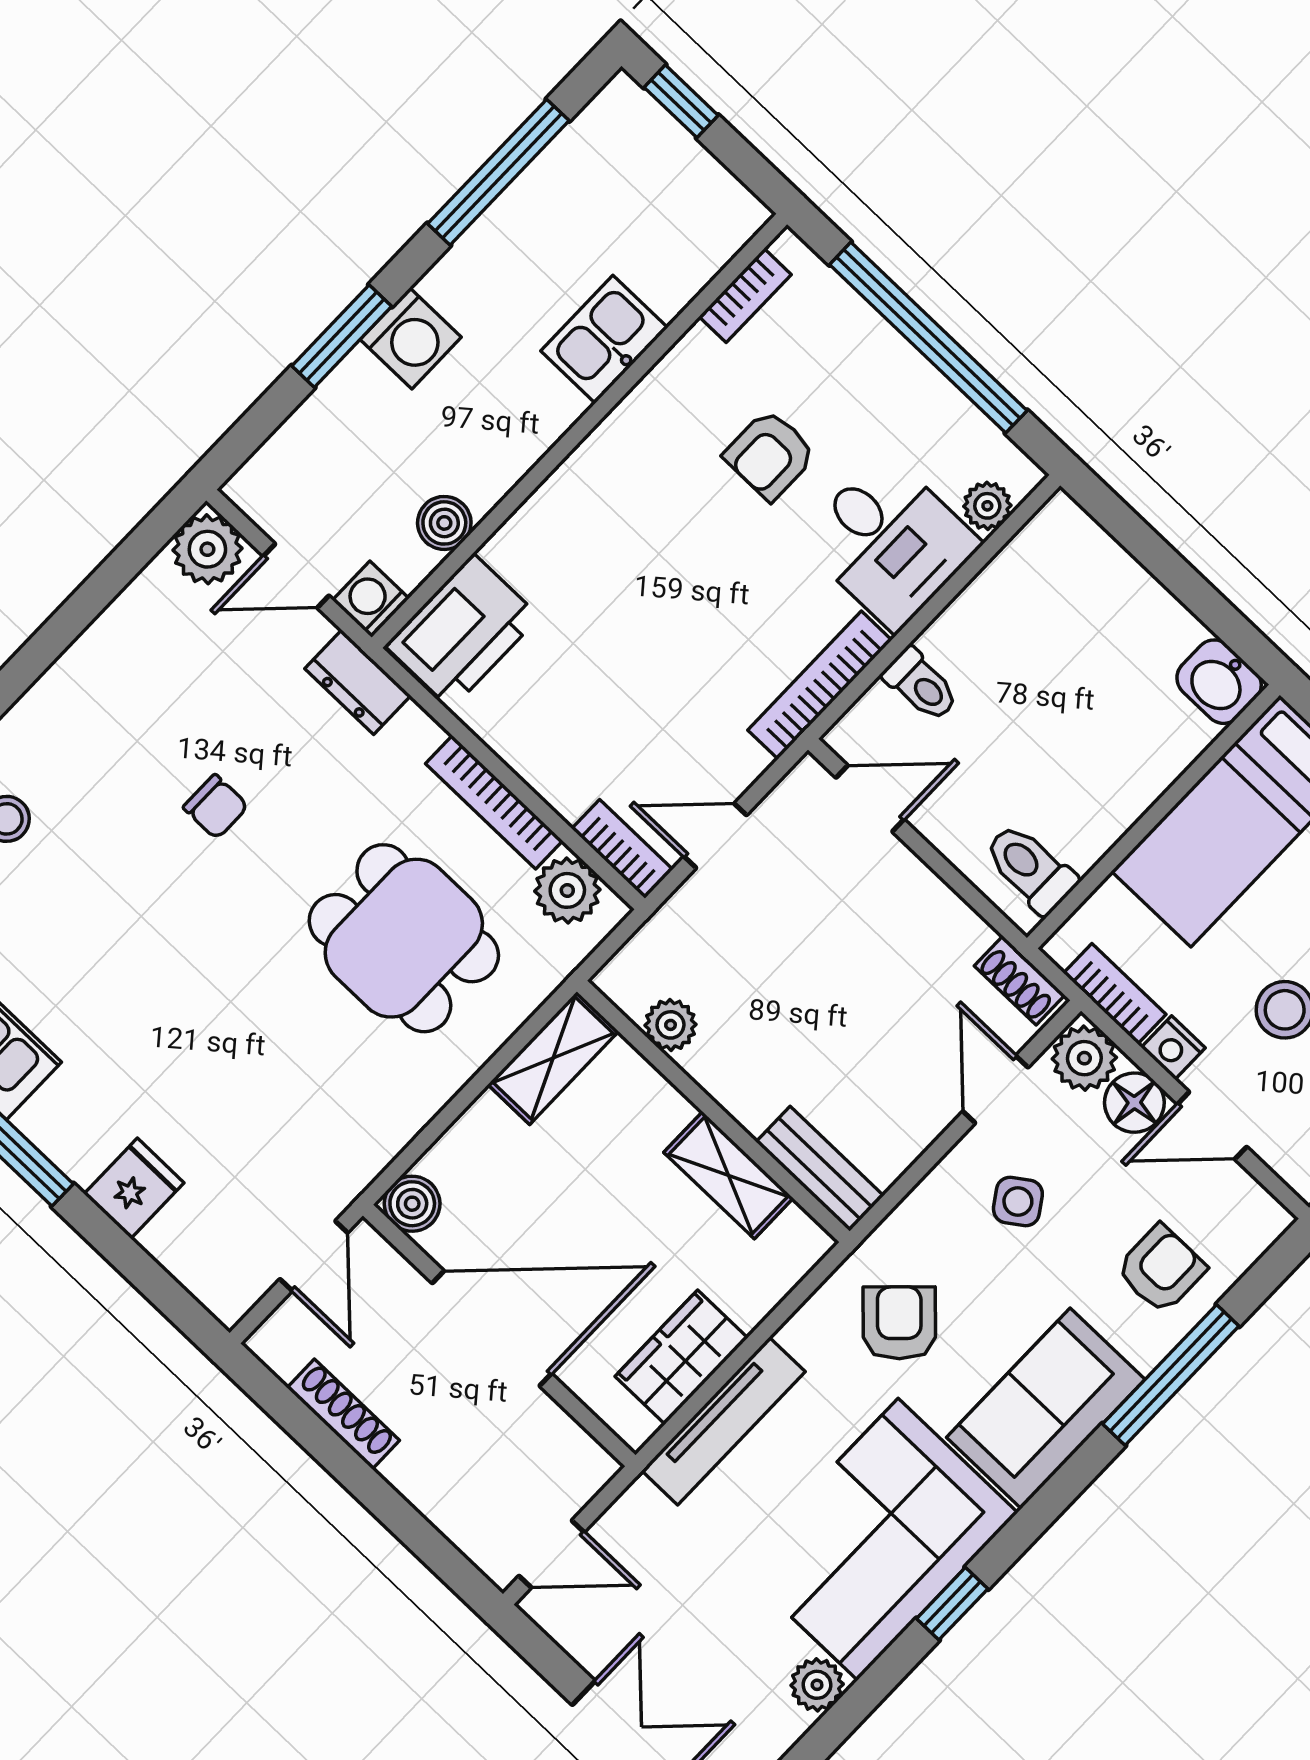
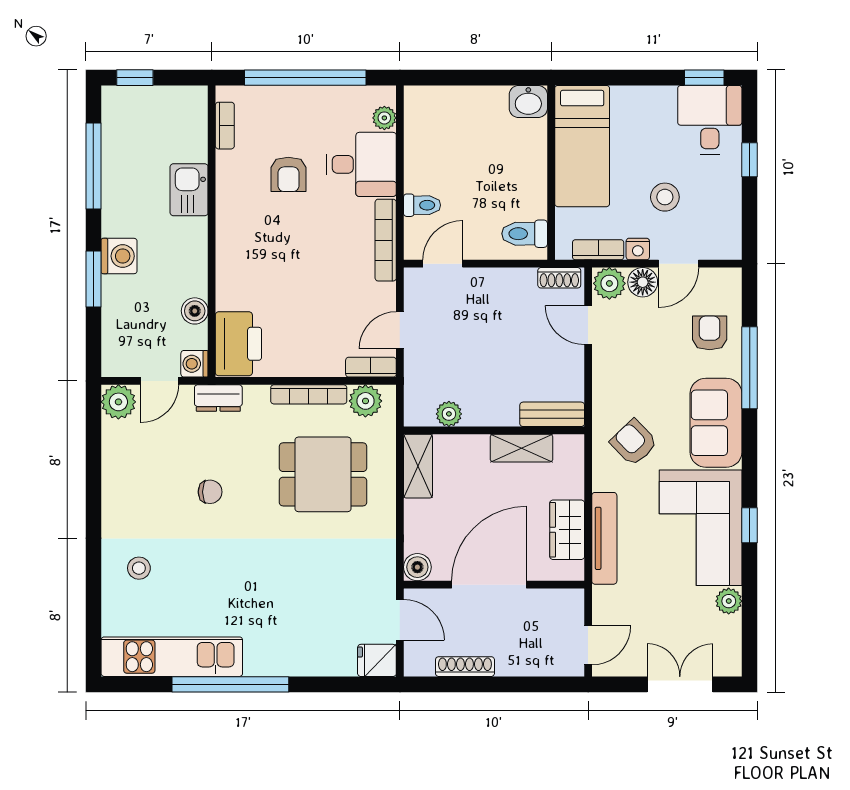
fridge: (134, 1188) -> (377, 660), moved, turned -90
side table: (1018, 1202) -> (635, 358), removed

